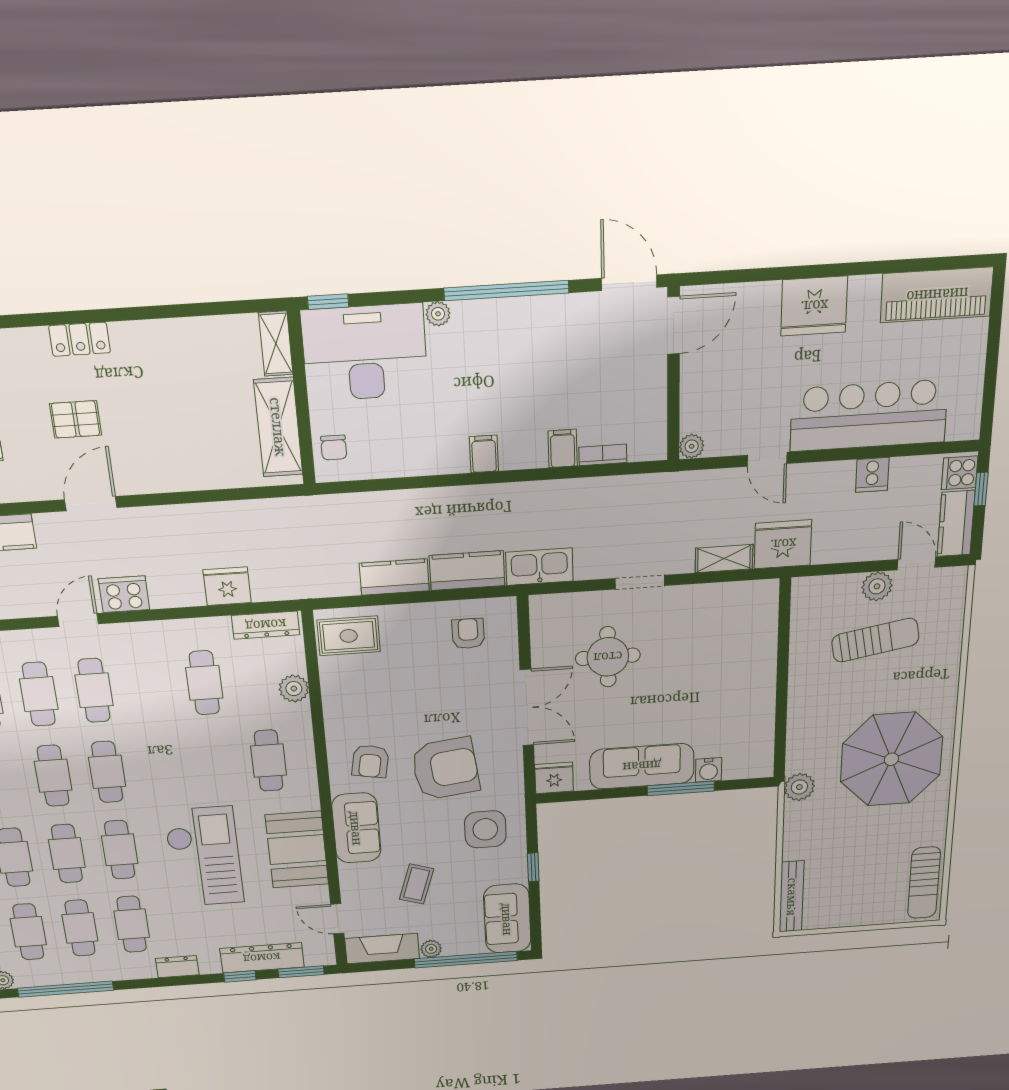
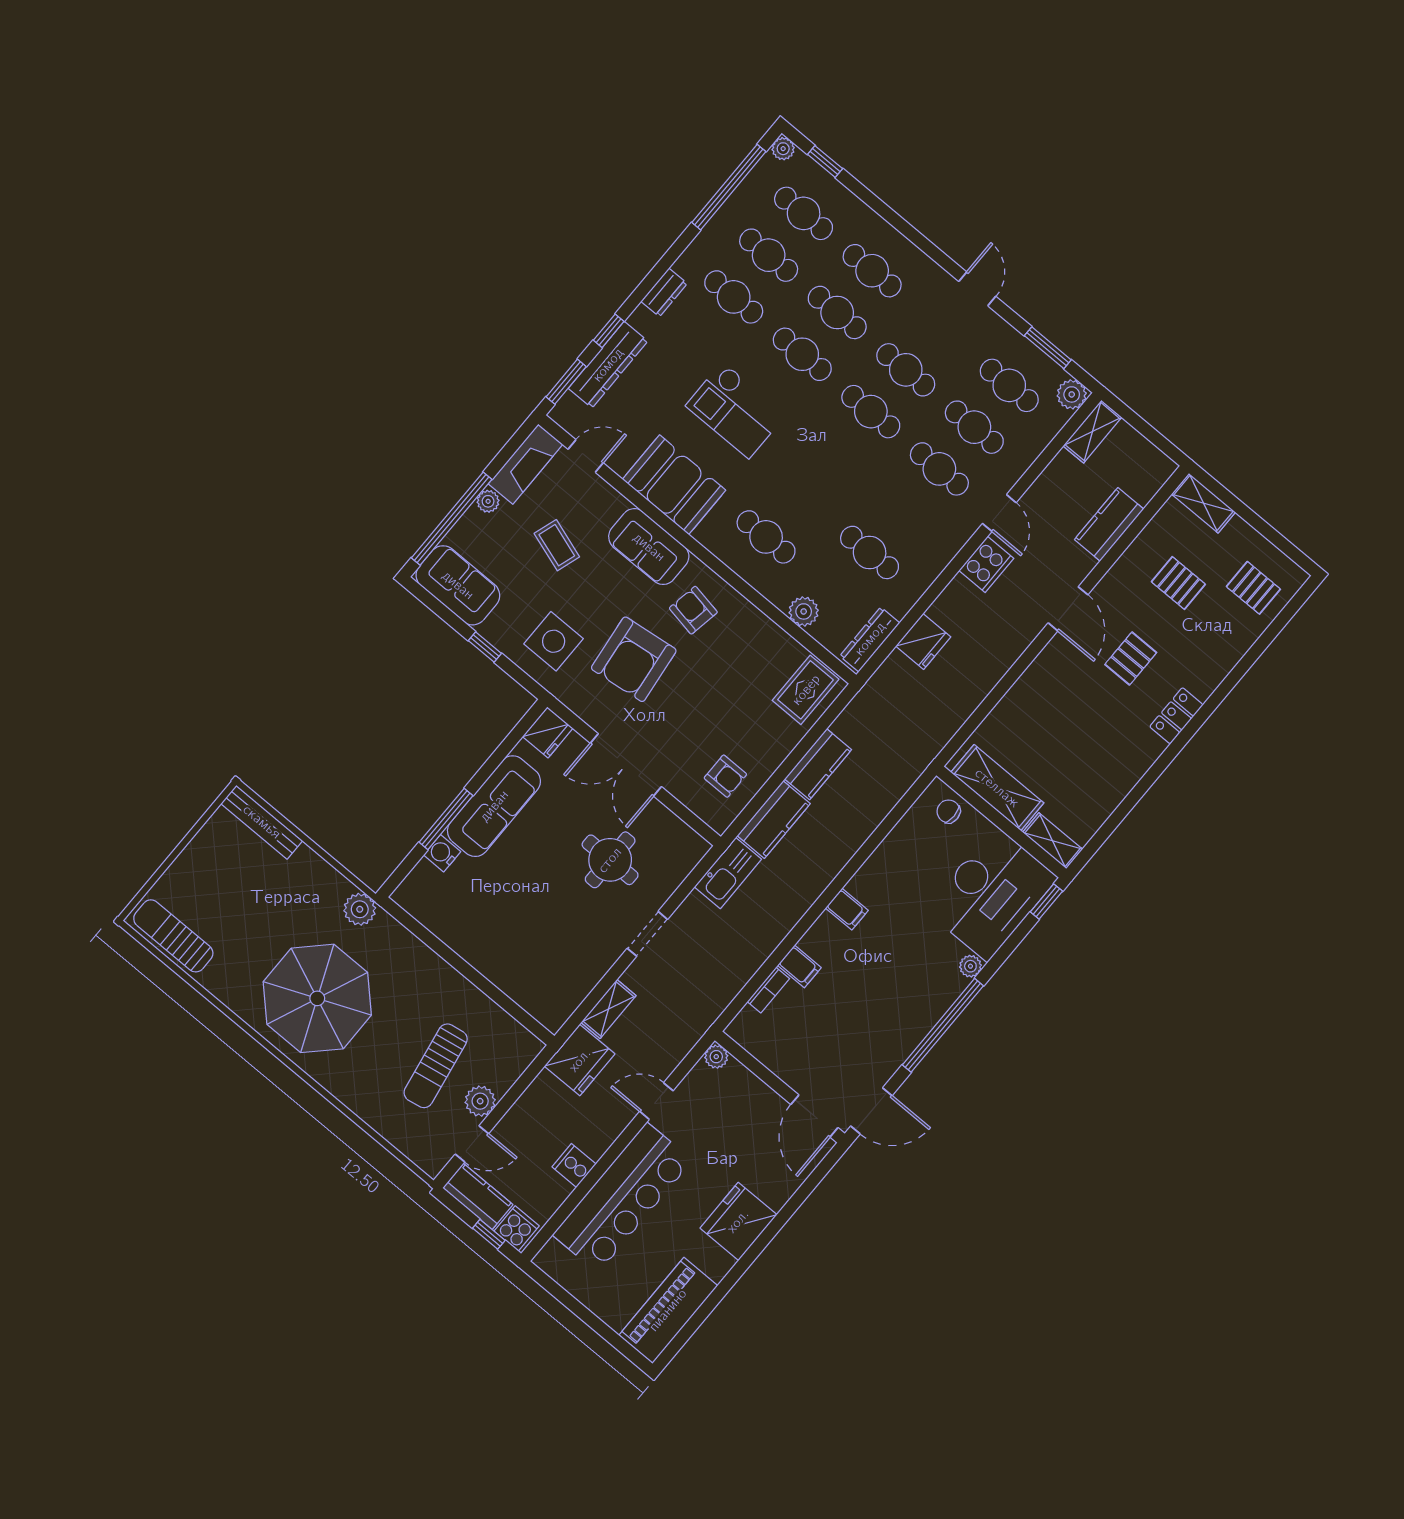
checkout: (204, 857) -> (736, 410), width x0.73, depth x0.83

